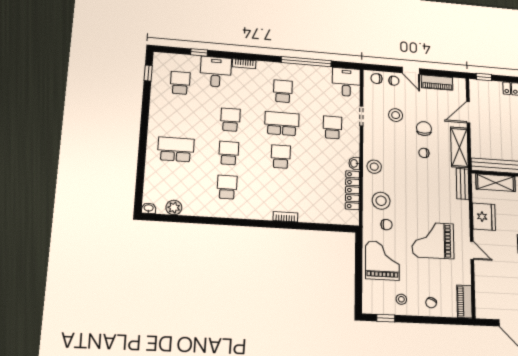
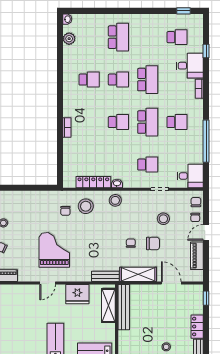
school desk: (230, 120) -> (148, 80), width x1.85
grand piano: (382, 261) -> (35, 207), removed

